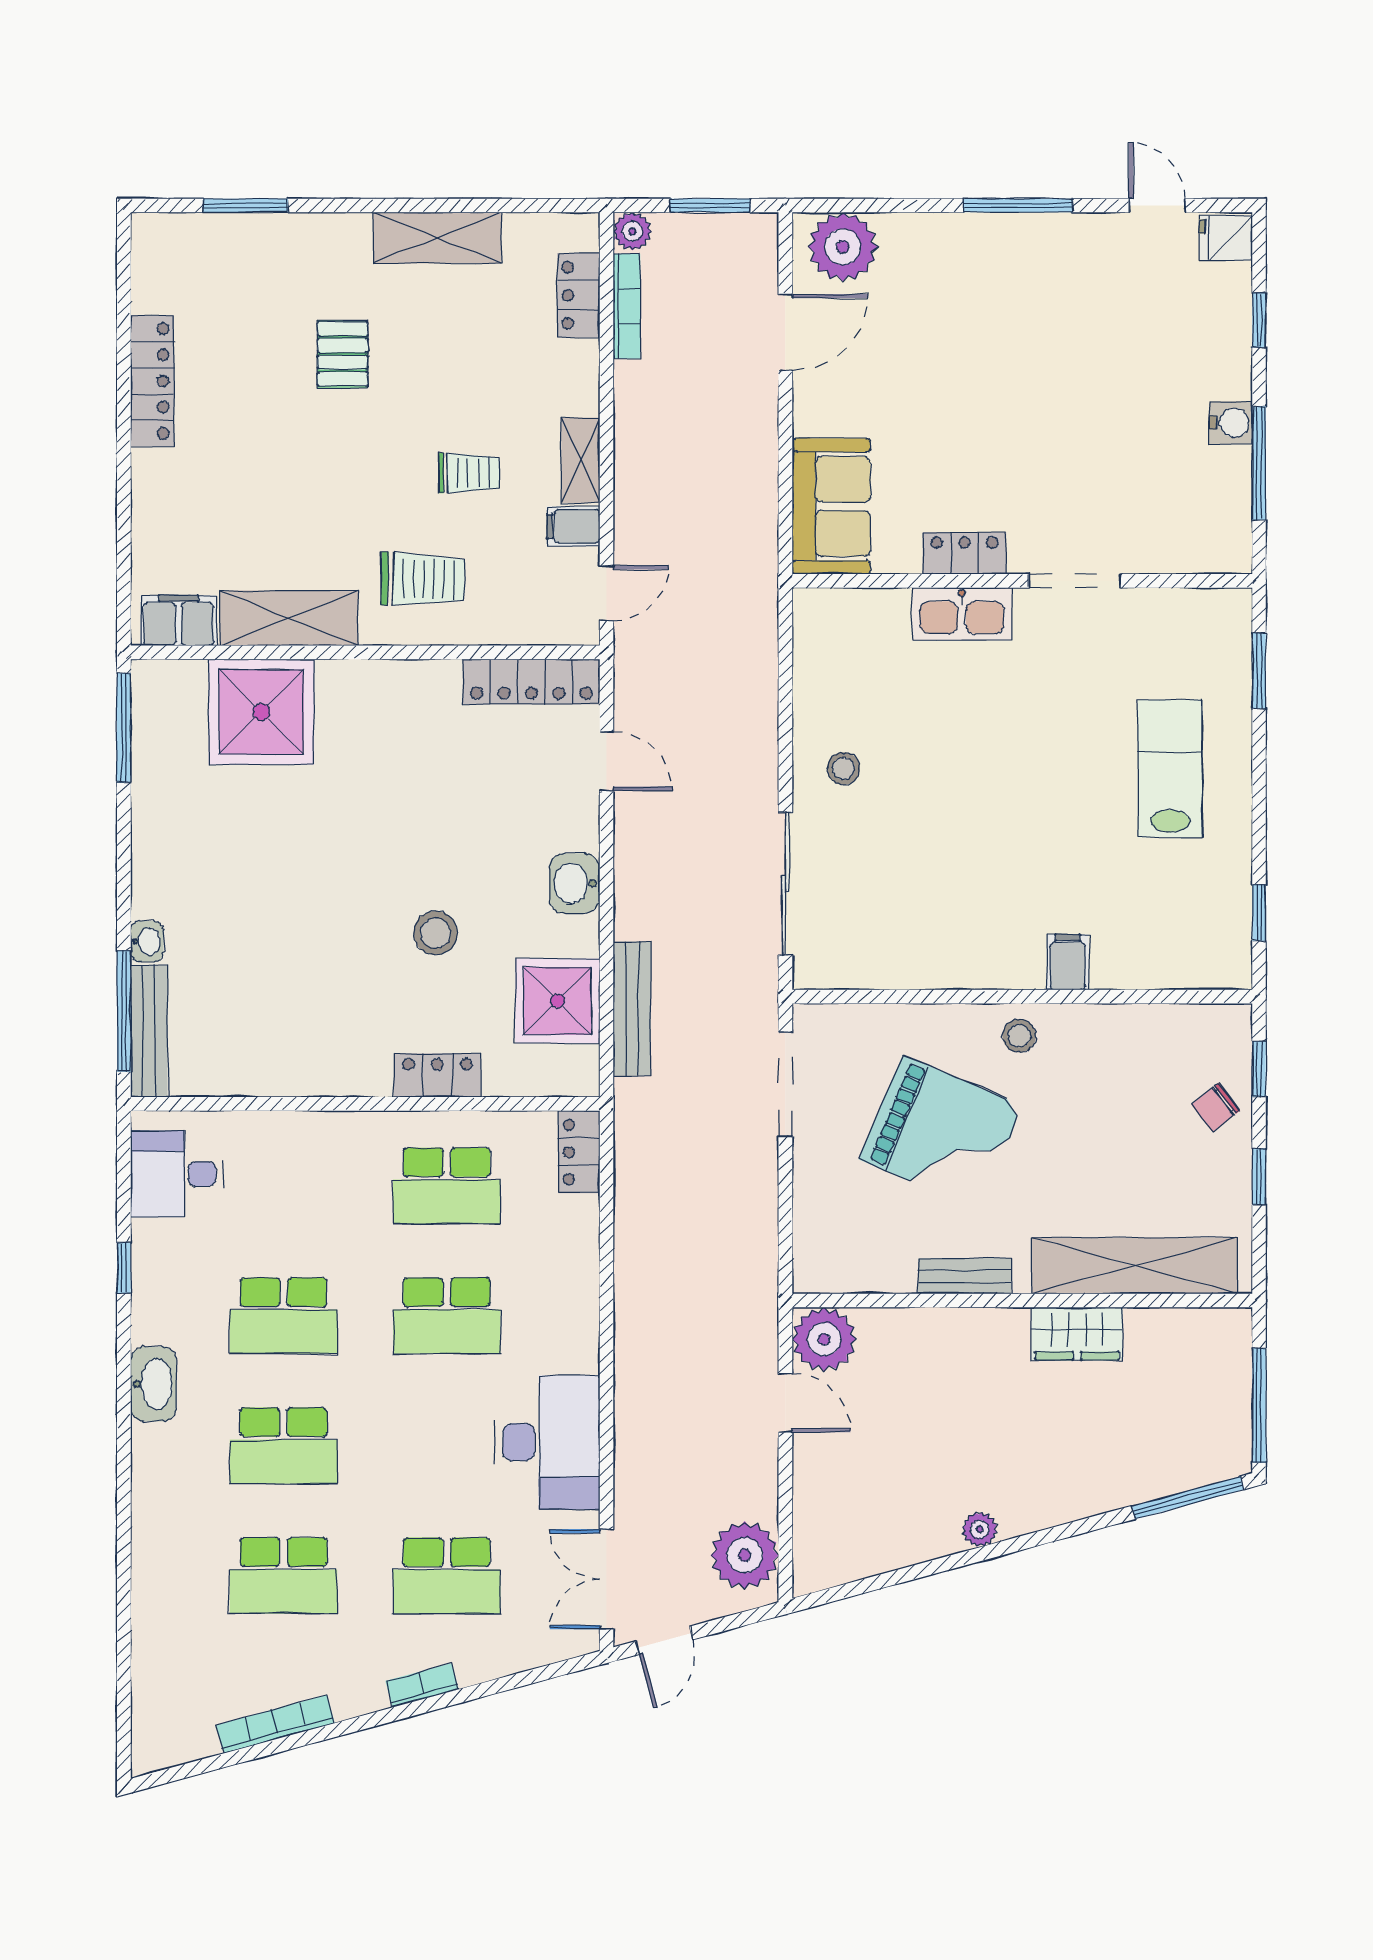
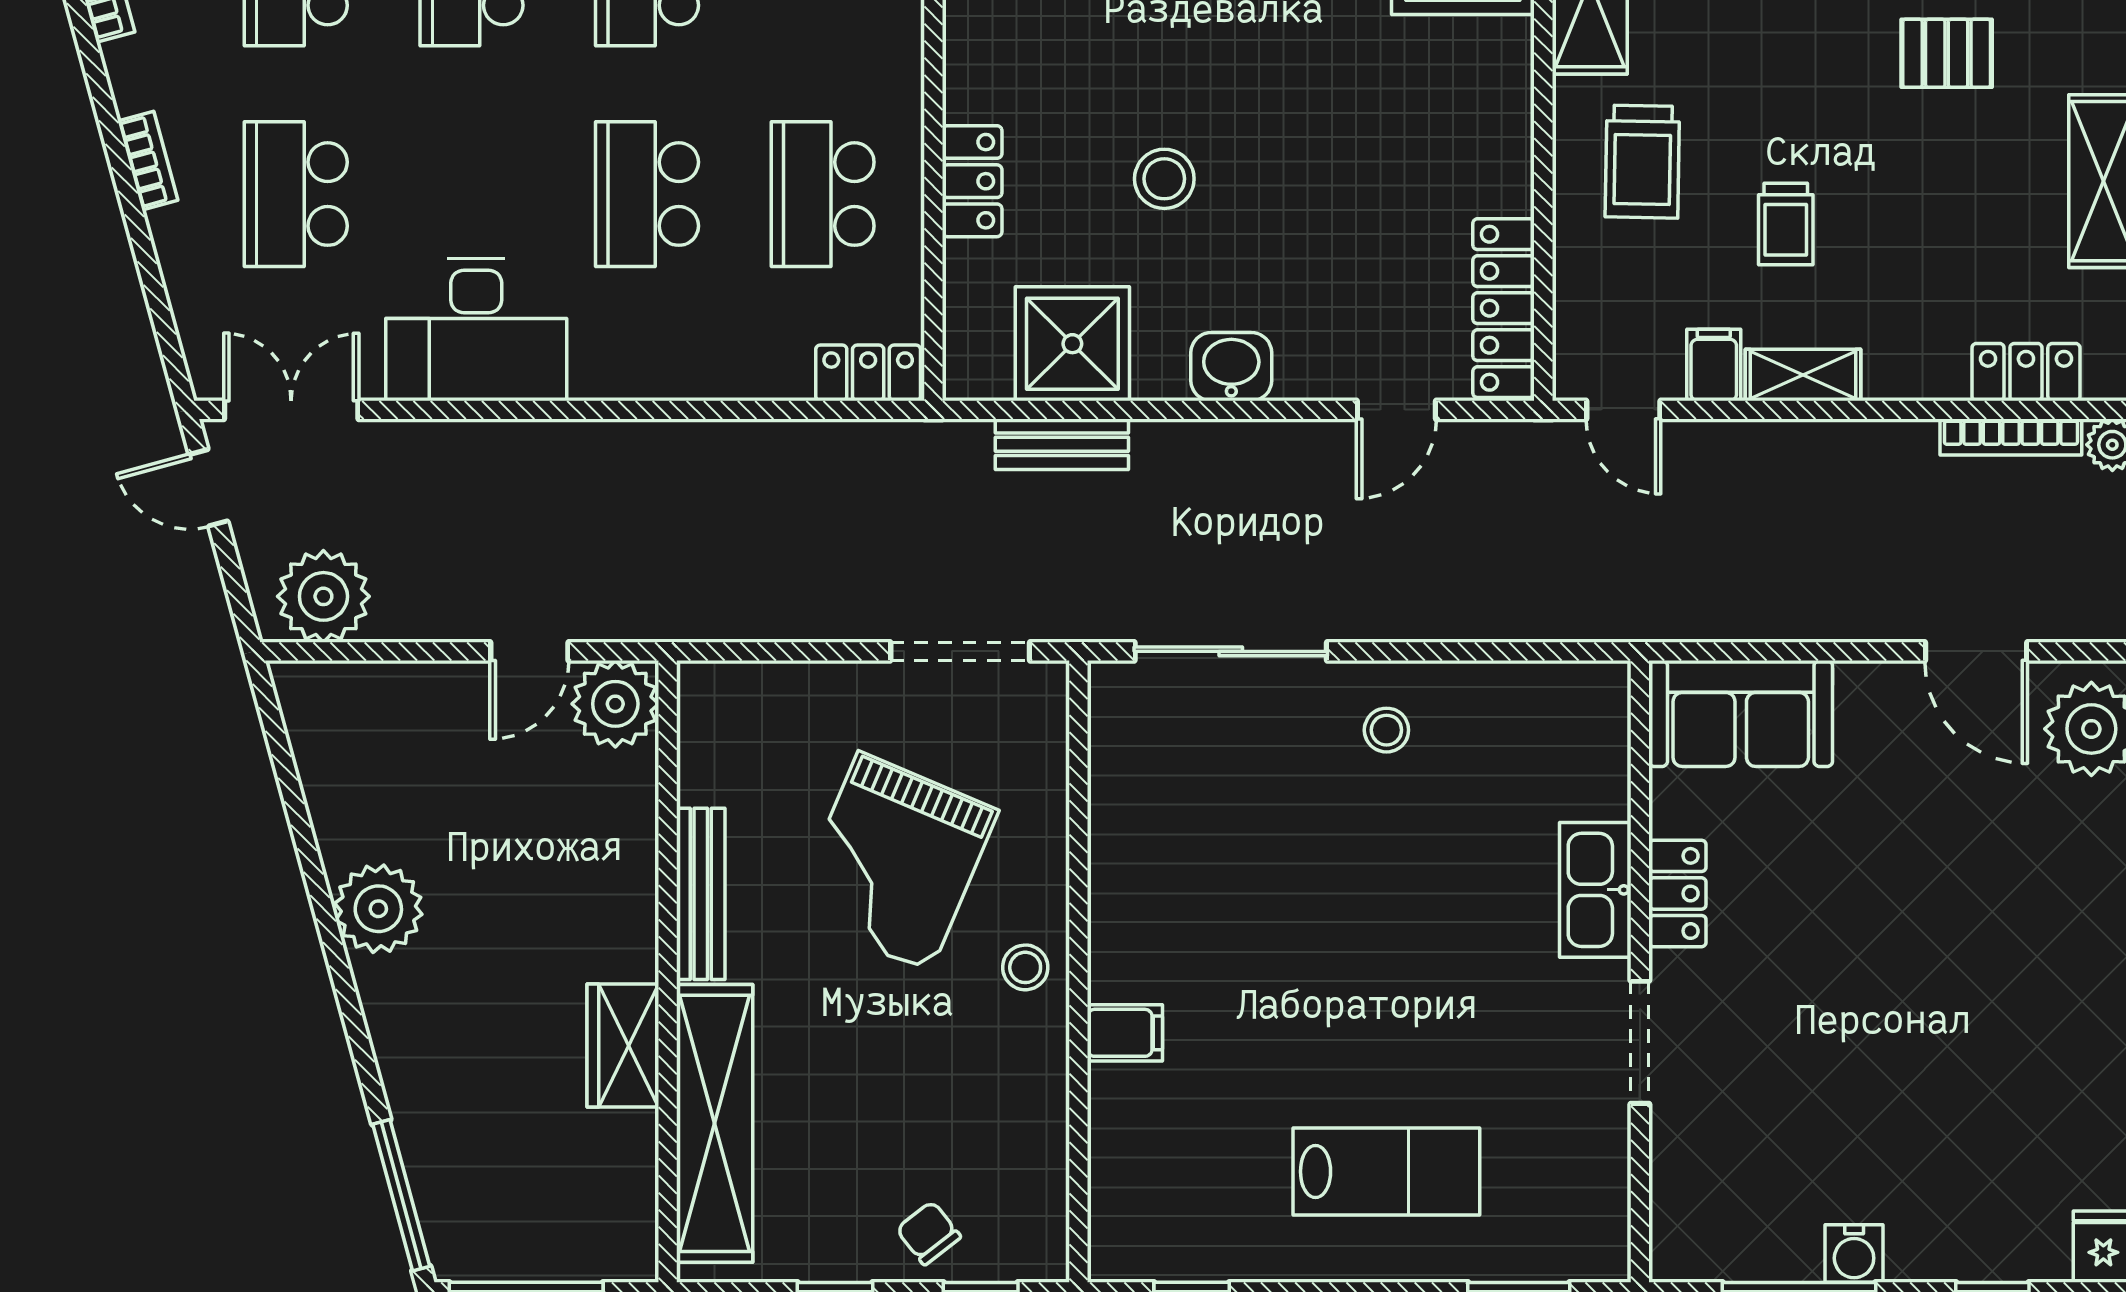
bench: (632, 1009) -> (1062, 444), width x0.73
bench: (965, 1276) -> (701, 894), width x1.36
plant: (980, 1529) -> (378, 909), width x1.87, depth x1.87

